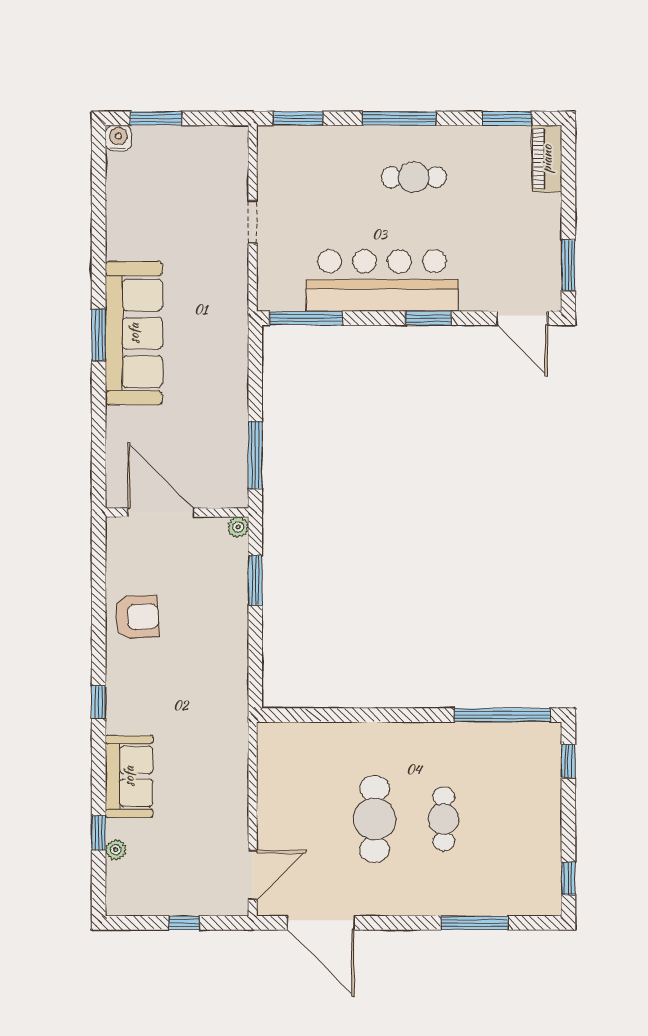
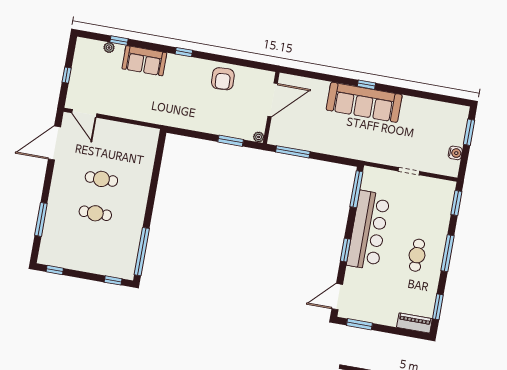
water cooler: (118, 138) -> (455, 153), moved
window: (99, 335) -> (366, 85), width x0.67
cafe table: (375, 819) -> (101, 179), width x0.73, depth x0.74

